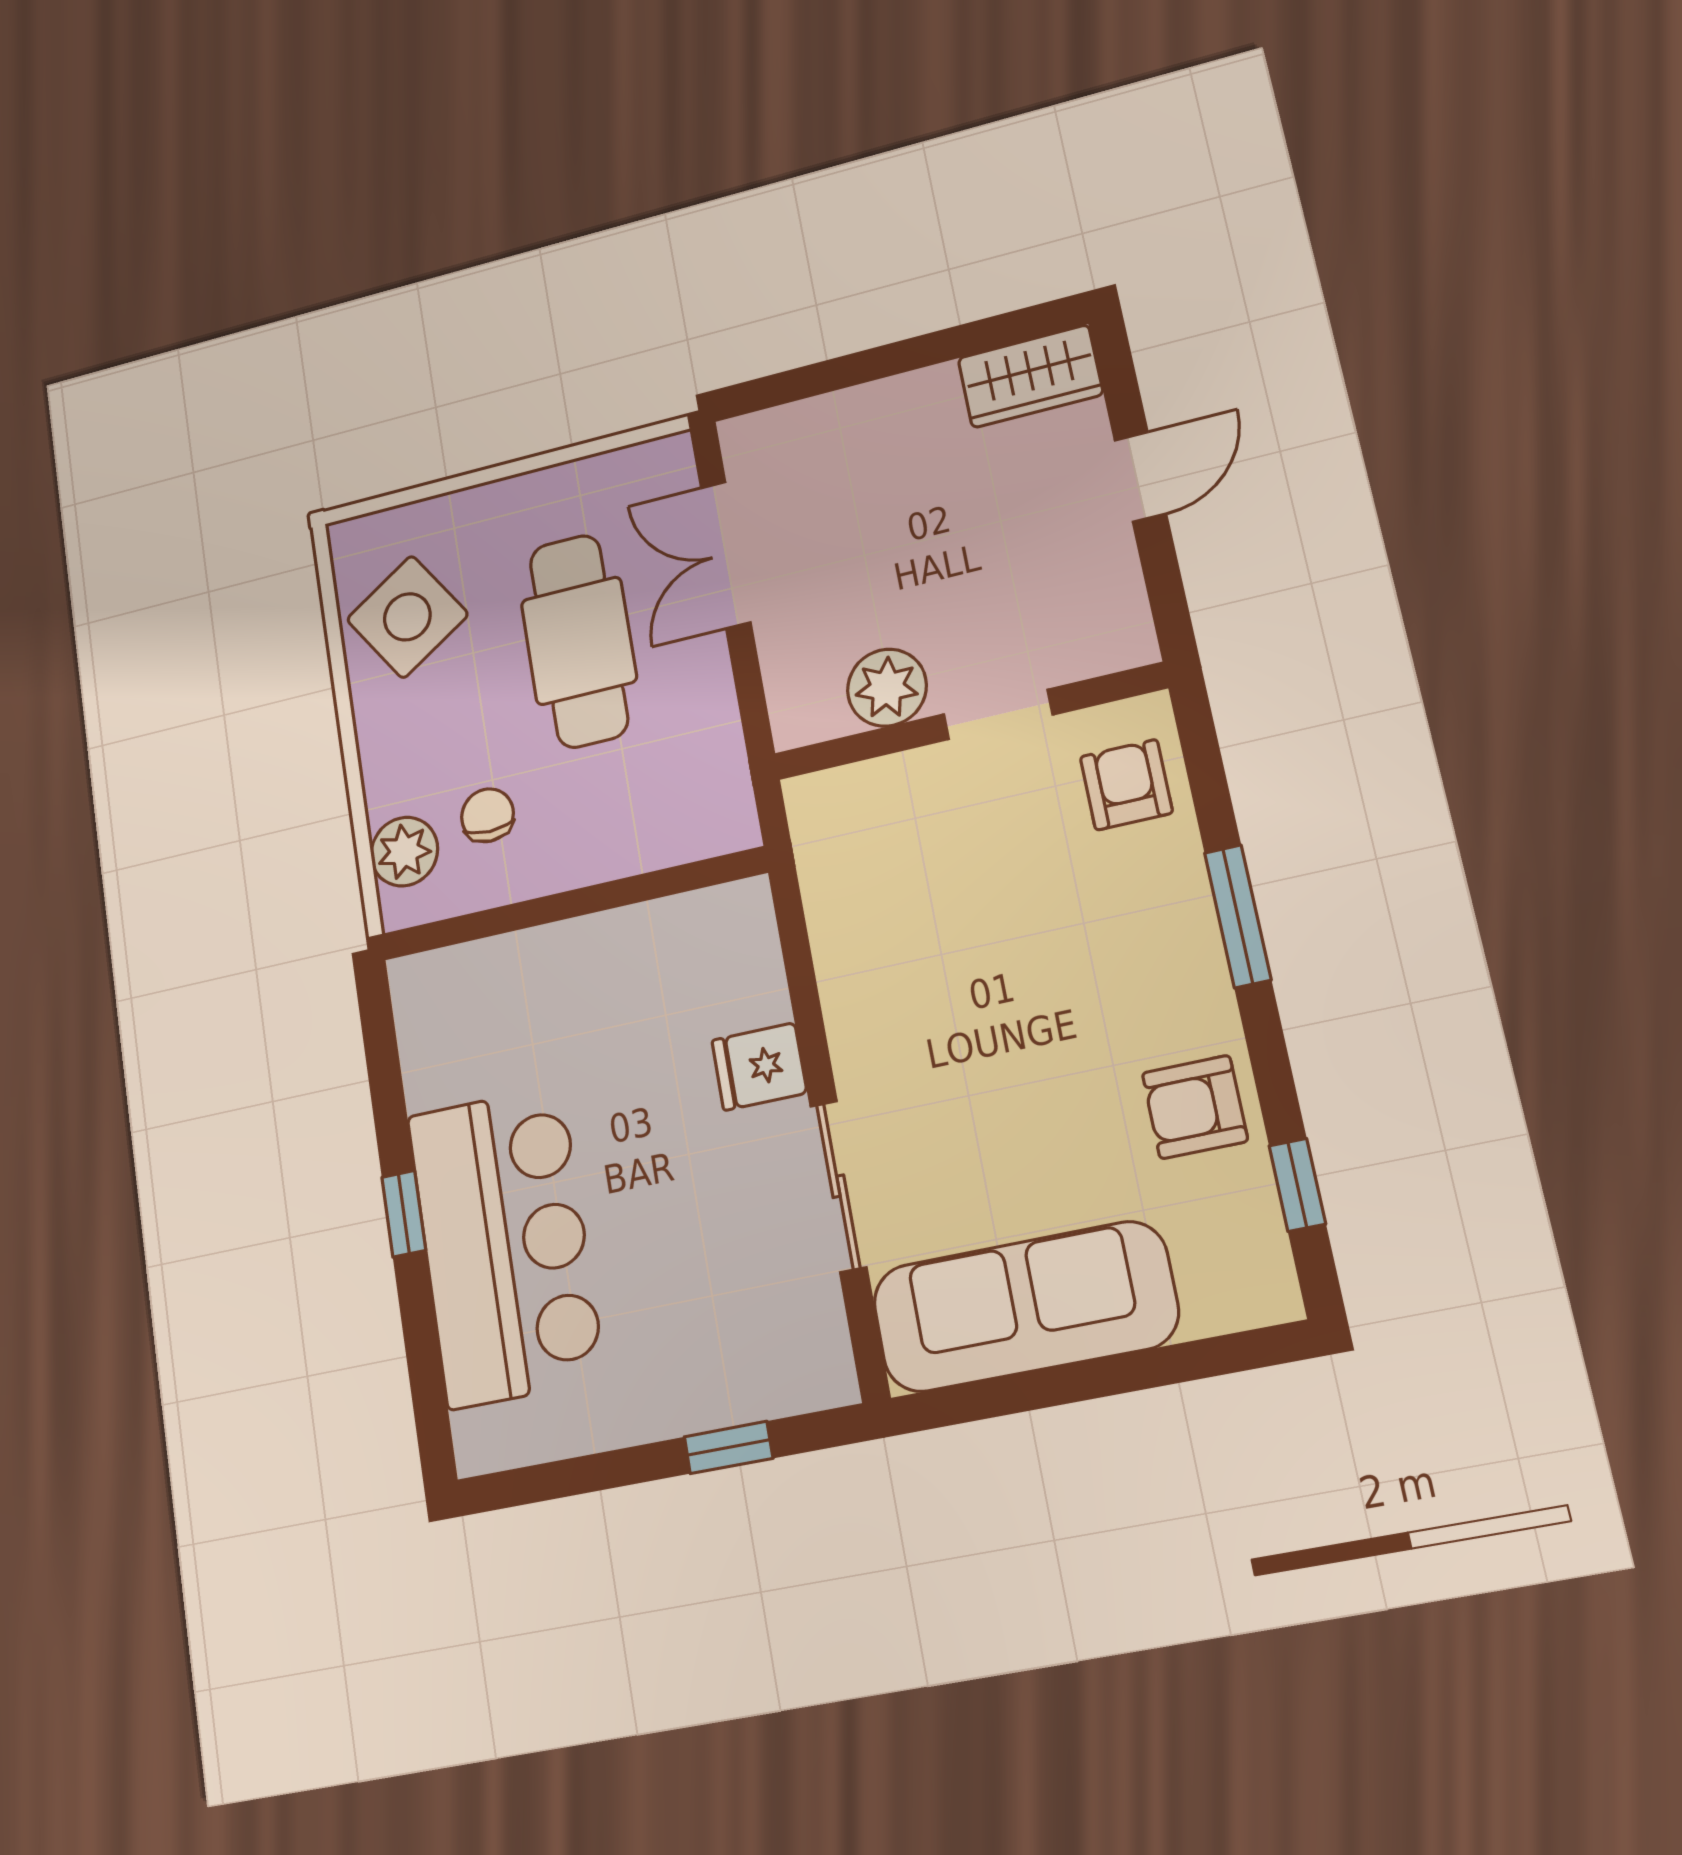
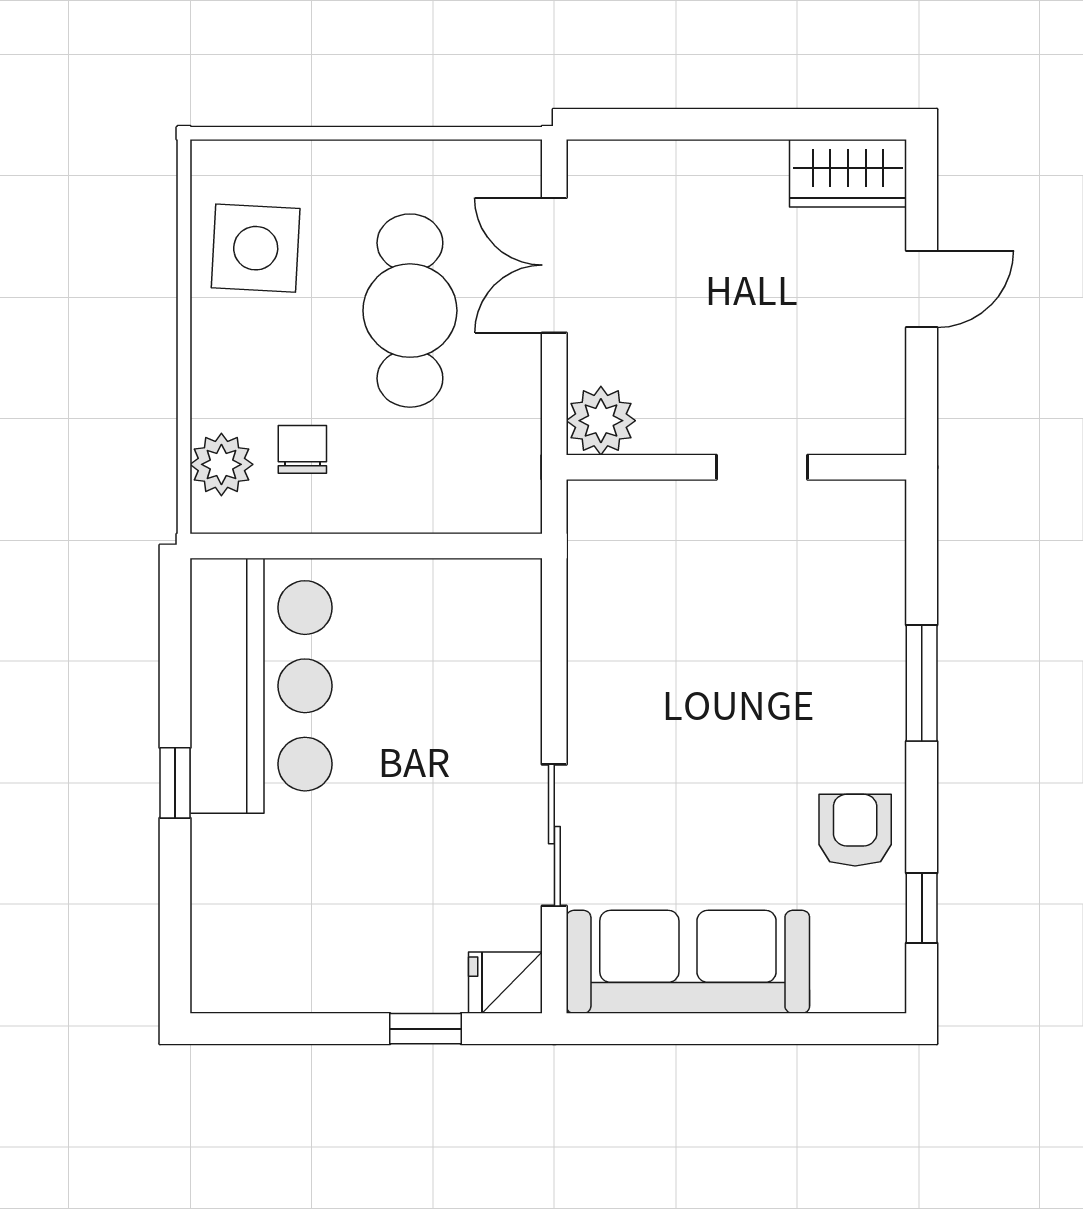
side table: (407, 617) -> (256, 248), turned 36
plant: (887, 688) -> (601, 421), moved
armchair: (1126, 785) -> (855, 553), removed
fridge: (759, 1067) -> (505, 983), moved
armchair: (1195, 1107) -> (855, 830), turned 90
bar counter: (505, 1246) -> (261, 686), moved

